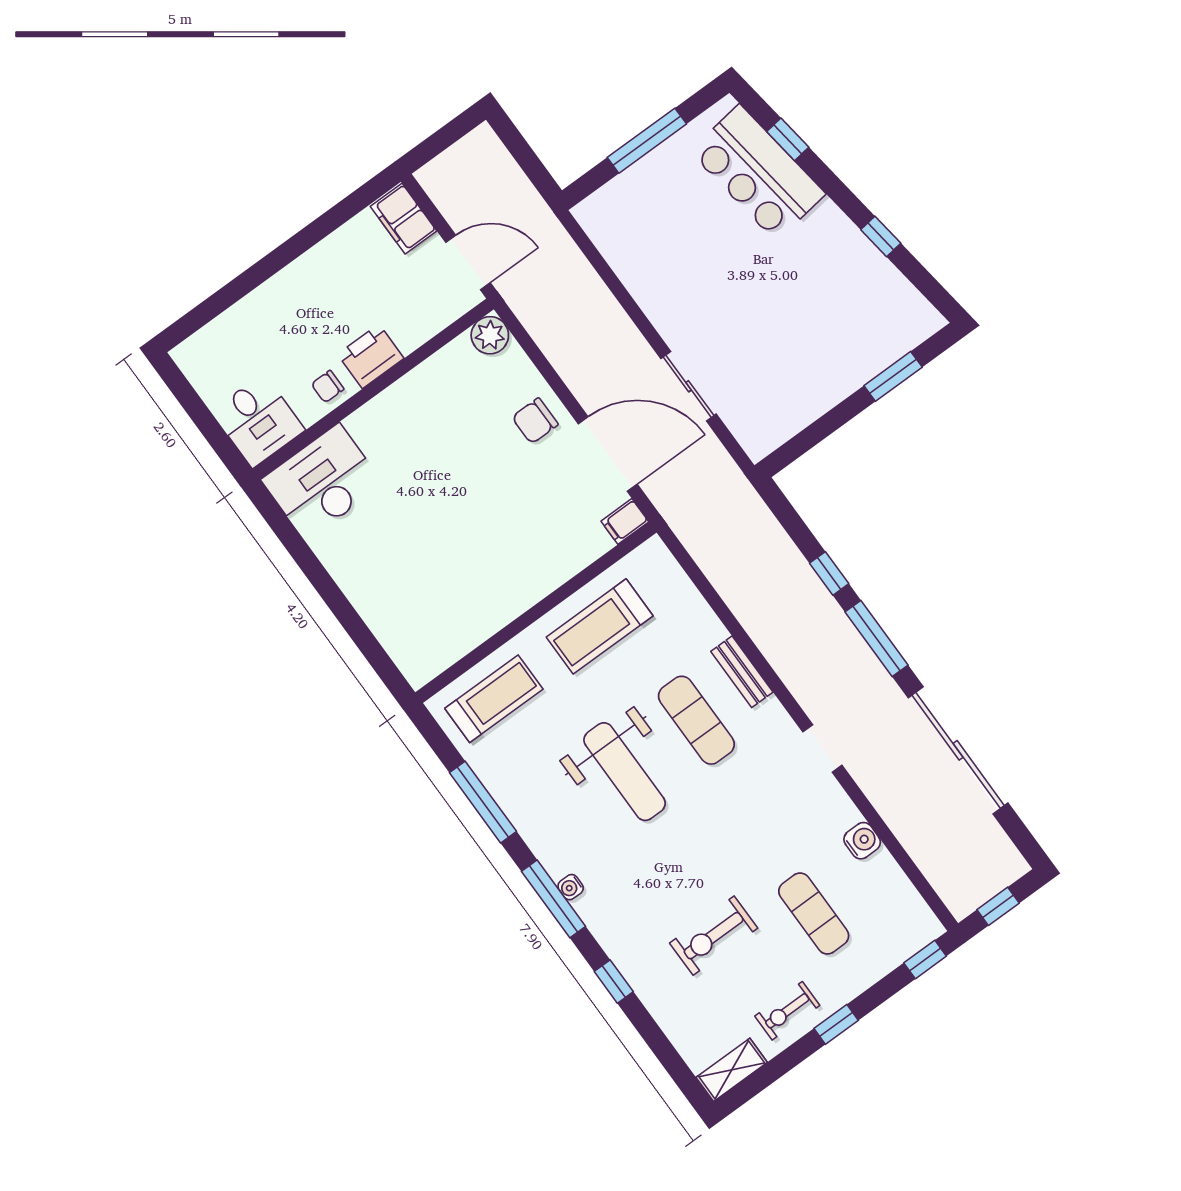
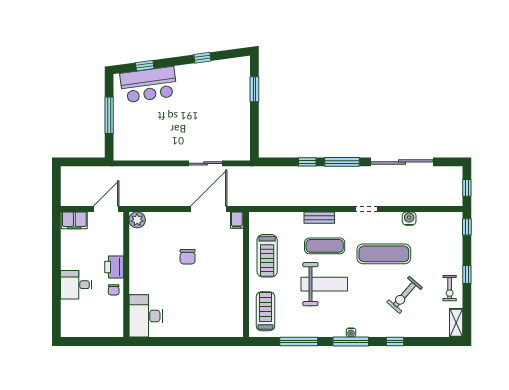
desk: (258, 421) -> (76, 285), moved, turned 180
chair: (535, 421) -> (188, 257), moved
exercise mat: (814, 913) -> (384, 254), moved, width x1.36, depth x1.45
exercise bike: (714, 936) -> (404, 295), turned 41

